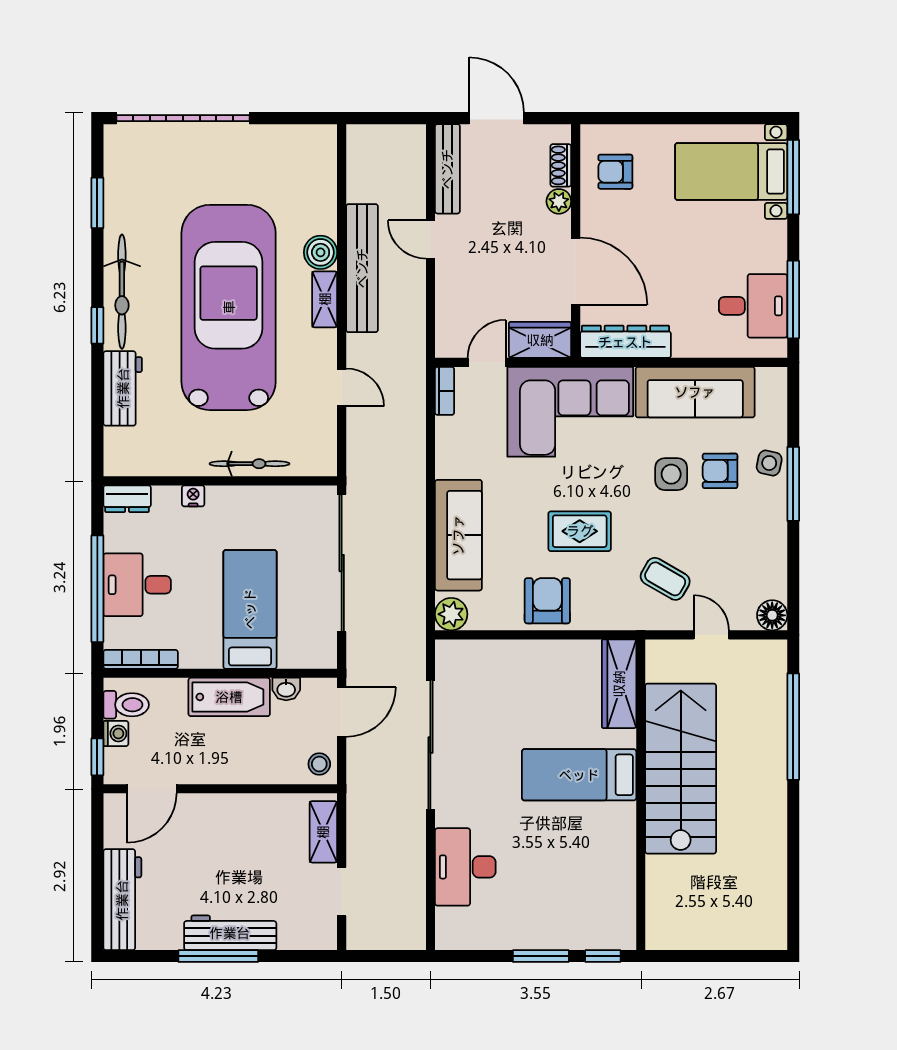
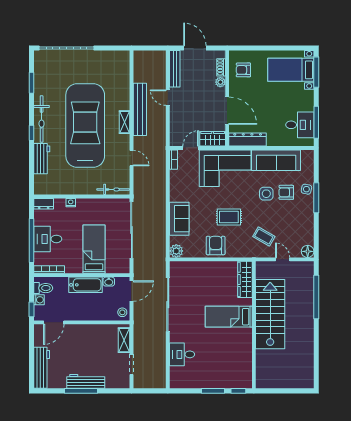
boiler: (321, 252) -> (123, 103), removed
bicycle: (249, 464) -> (113, 189), moved
sofa: (458, 535) -> (179, 219), width x0.73
desk: (465, 867) -> (182, 354), width x0.73

